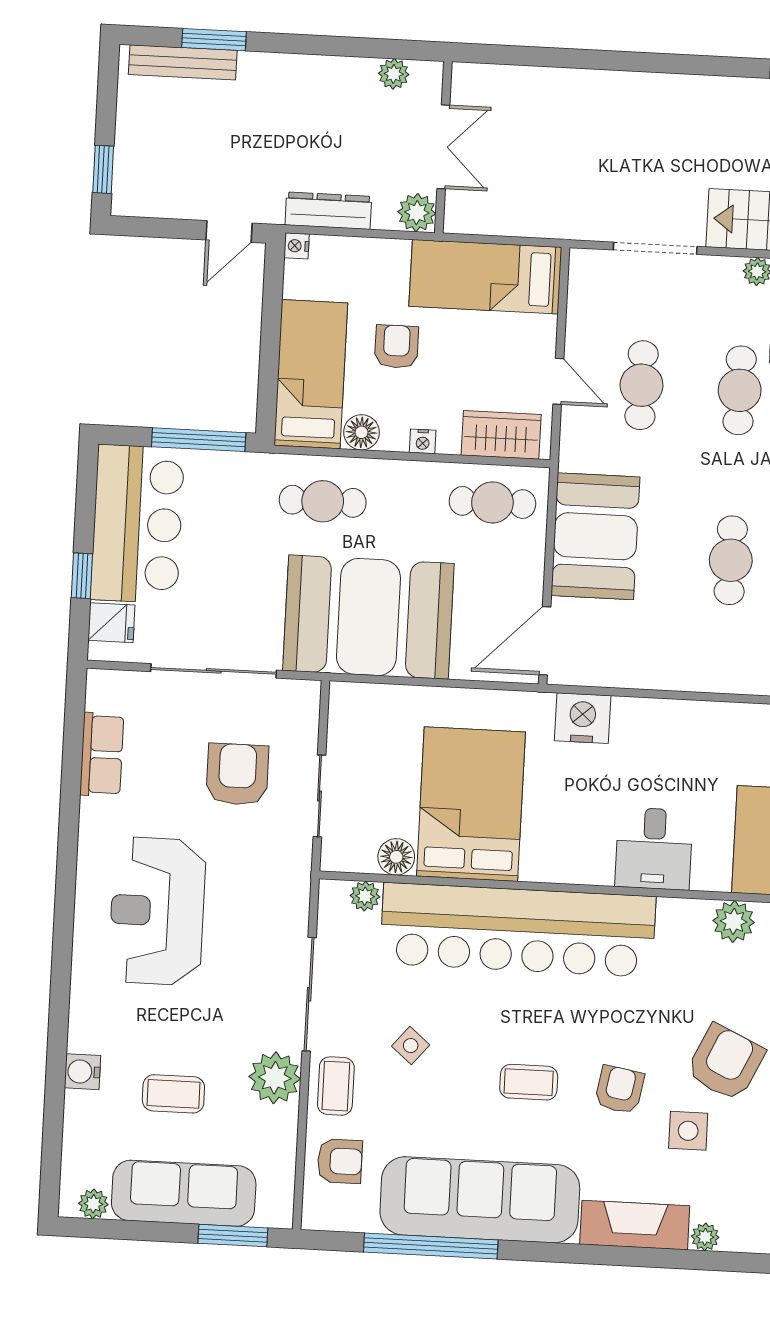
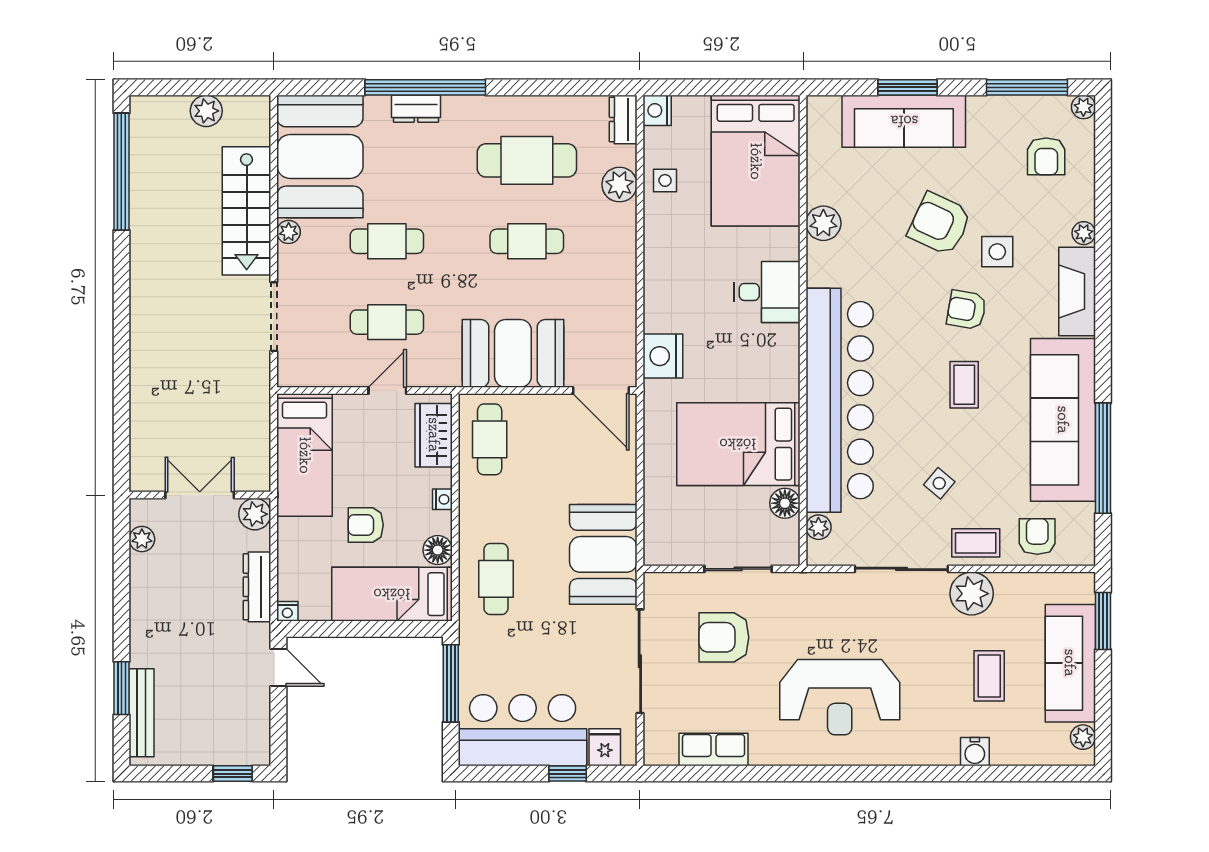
booth: (368, 617) -> (603, 554), width x0.73, depth x0.70

